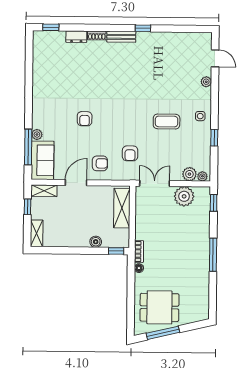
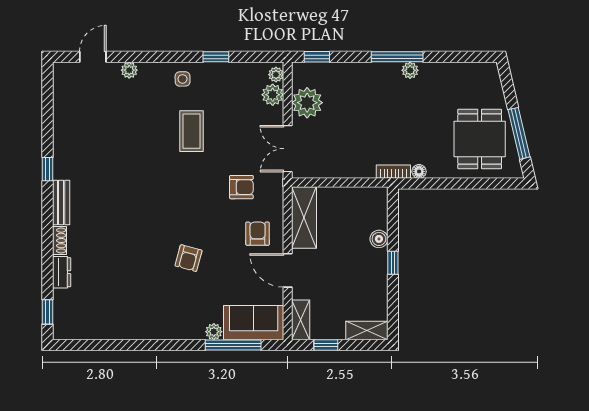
armchair: (85, 119) -> (189, 258), turned 105
shelving: (122, 208) -> (304, 217), moved, turned 90
window: (116, 251) -> (393, 263), moved
plant: (204, 263) -> (410, 70), added

